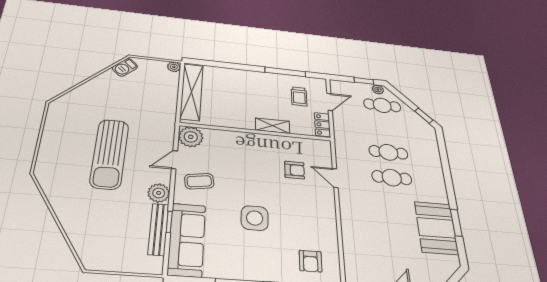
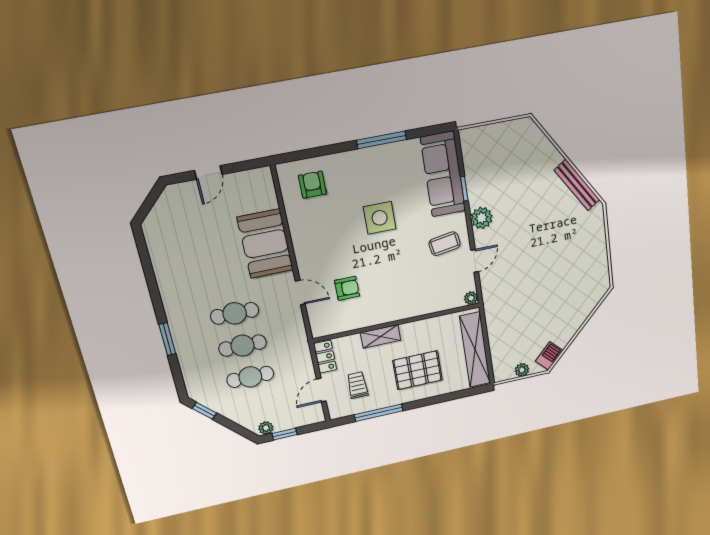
plant: (174, 67) -> (522, 370), moved
pallet: (246, 92) -> (418, 370), added
cafe table: (382, 105) -> (250, 377), moved
plant: (191, 137) -> (471, 298), width x0.53, depth x0.53
sun lounger: (110, 154) -> (539, 248), removed
armchair: (295, 170) -> (347, 288), turned 180
window: (456, 223) -> (167, 339), moved
booth: (436, 228) -> (265, 244), moved
bench: (158, 229) -> (577, 185), moved, turned -33

